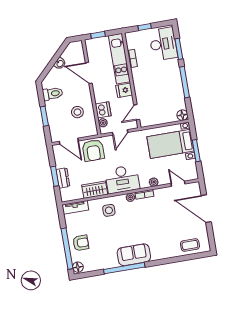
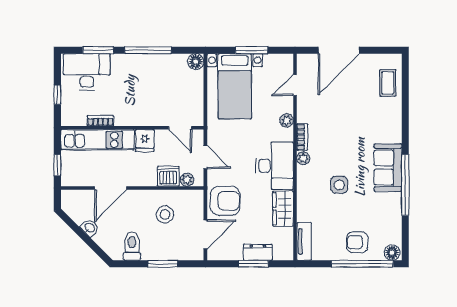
side table: (109, 210) -> (339, 185), moved
armchair: (81, 243) -> (357, 242), turned -90

